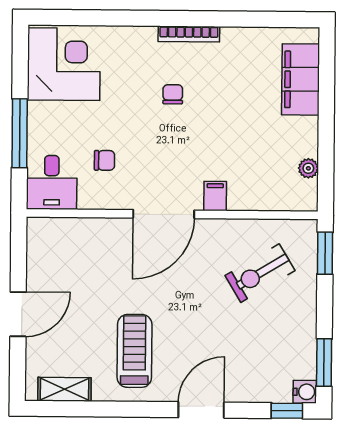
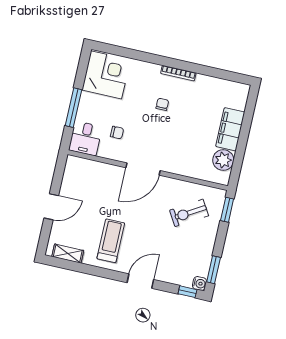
filing cabinet: (301, 79) -> (230, 129), moved
plant: (308, 168) -> (223, 160), width x1.87, depth x1.87
filing cabinet: (215, 196) -> (173, 165), removed

